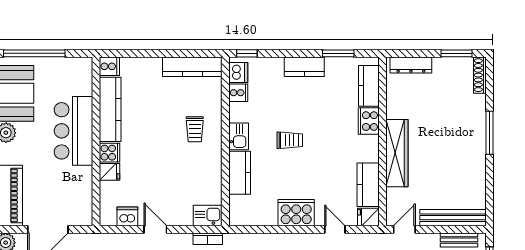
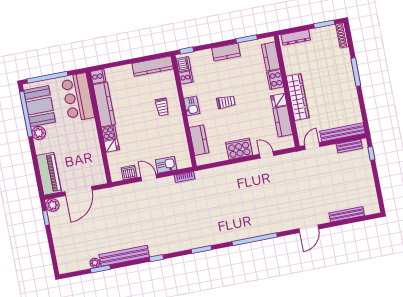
bar counter: (73, 131) -> (78, 97), moved
kitchen counter: (240, 173) -> (199, 140), moved
kitchen sink: (208, 216) -> (166, 165), moved
fridge: (368, 217) -> (279, 100), moved

